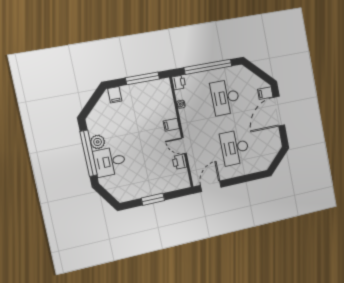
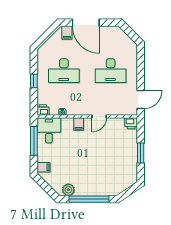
window: (208, 67) -> (34, 81), width x0.32
plant: (98, 142) -> (68, 190), moved
desk: (110, 162) -> (49, 130), moved, turned 180
printer: (180, 162) -> (131, 123), moved
door: (211, 186) -> (141, 100), swing flipped

